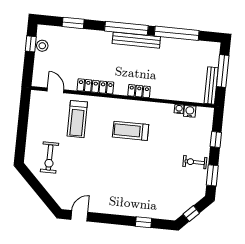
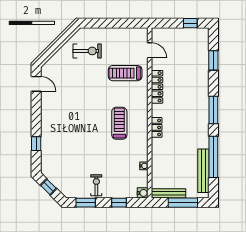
window: (126, 28) -> (213, 110), width x0.68
bench: (136, 40) -> (203, 171), moved
stool: (42, 46) -> (190, 34), removed
door: (55, 90) -> (150, 50), hinge flipped
water cooler: (190, 111) -> (143, 193), moved
exercise bike: (50, 158) -> (87, 51), turned 180

